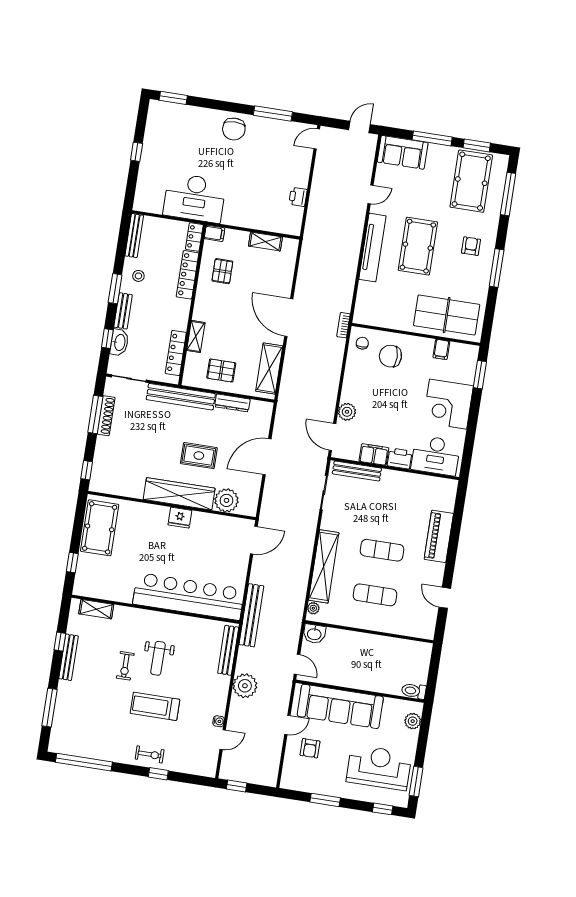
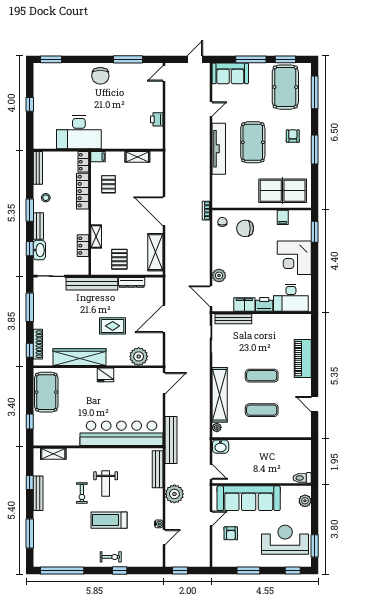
locker: (176, 353) -> (83, 246), width x0.66
pallet: (221, 370) -> (119, 259), turned 90
shoe rack: (106, 416) -> (38, 344), moved
wardrobe: (179, 494) -> (79, 357), moved

